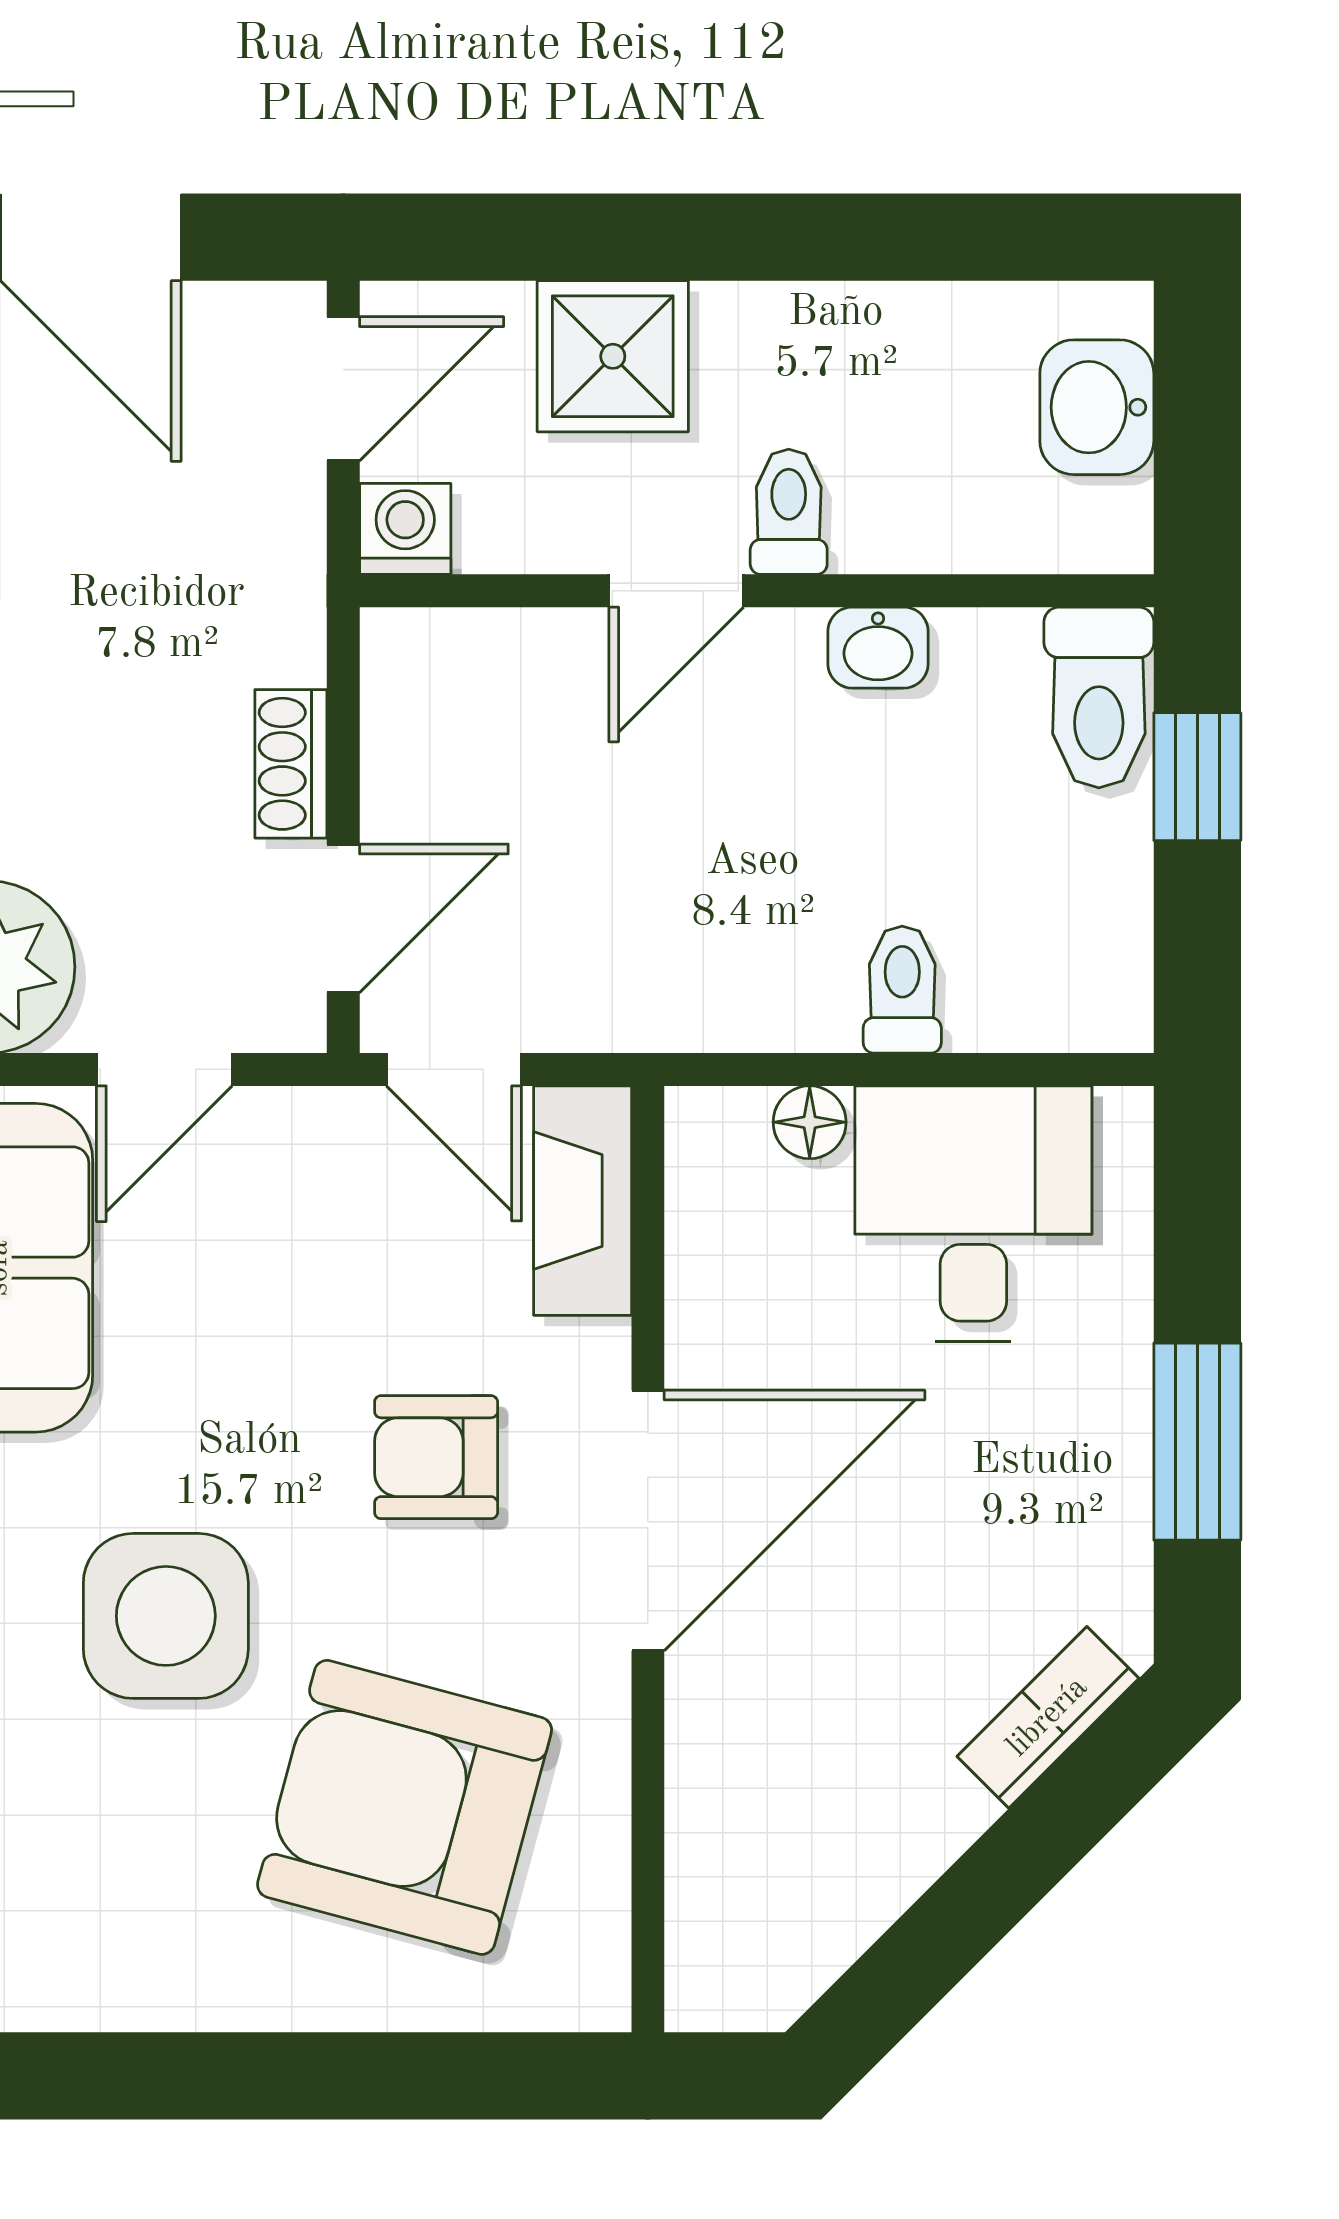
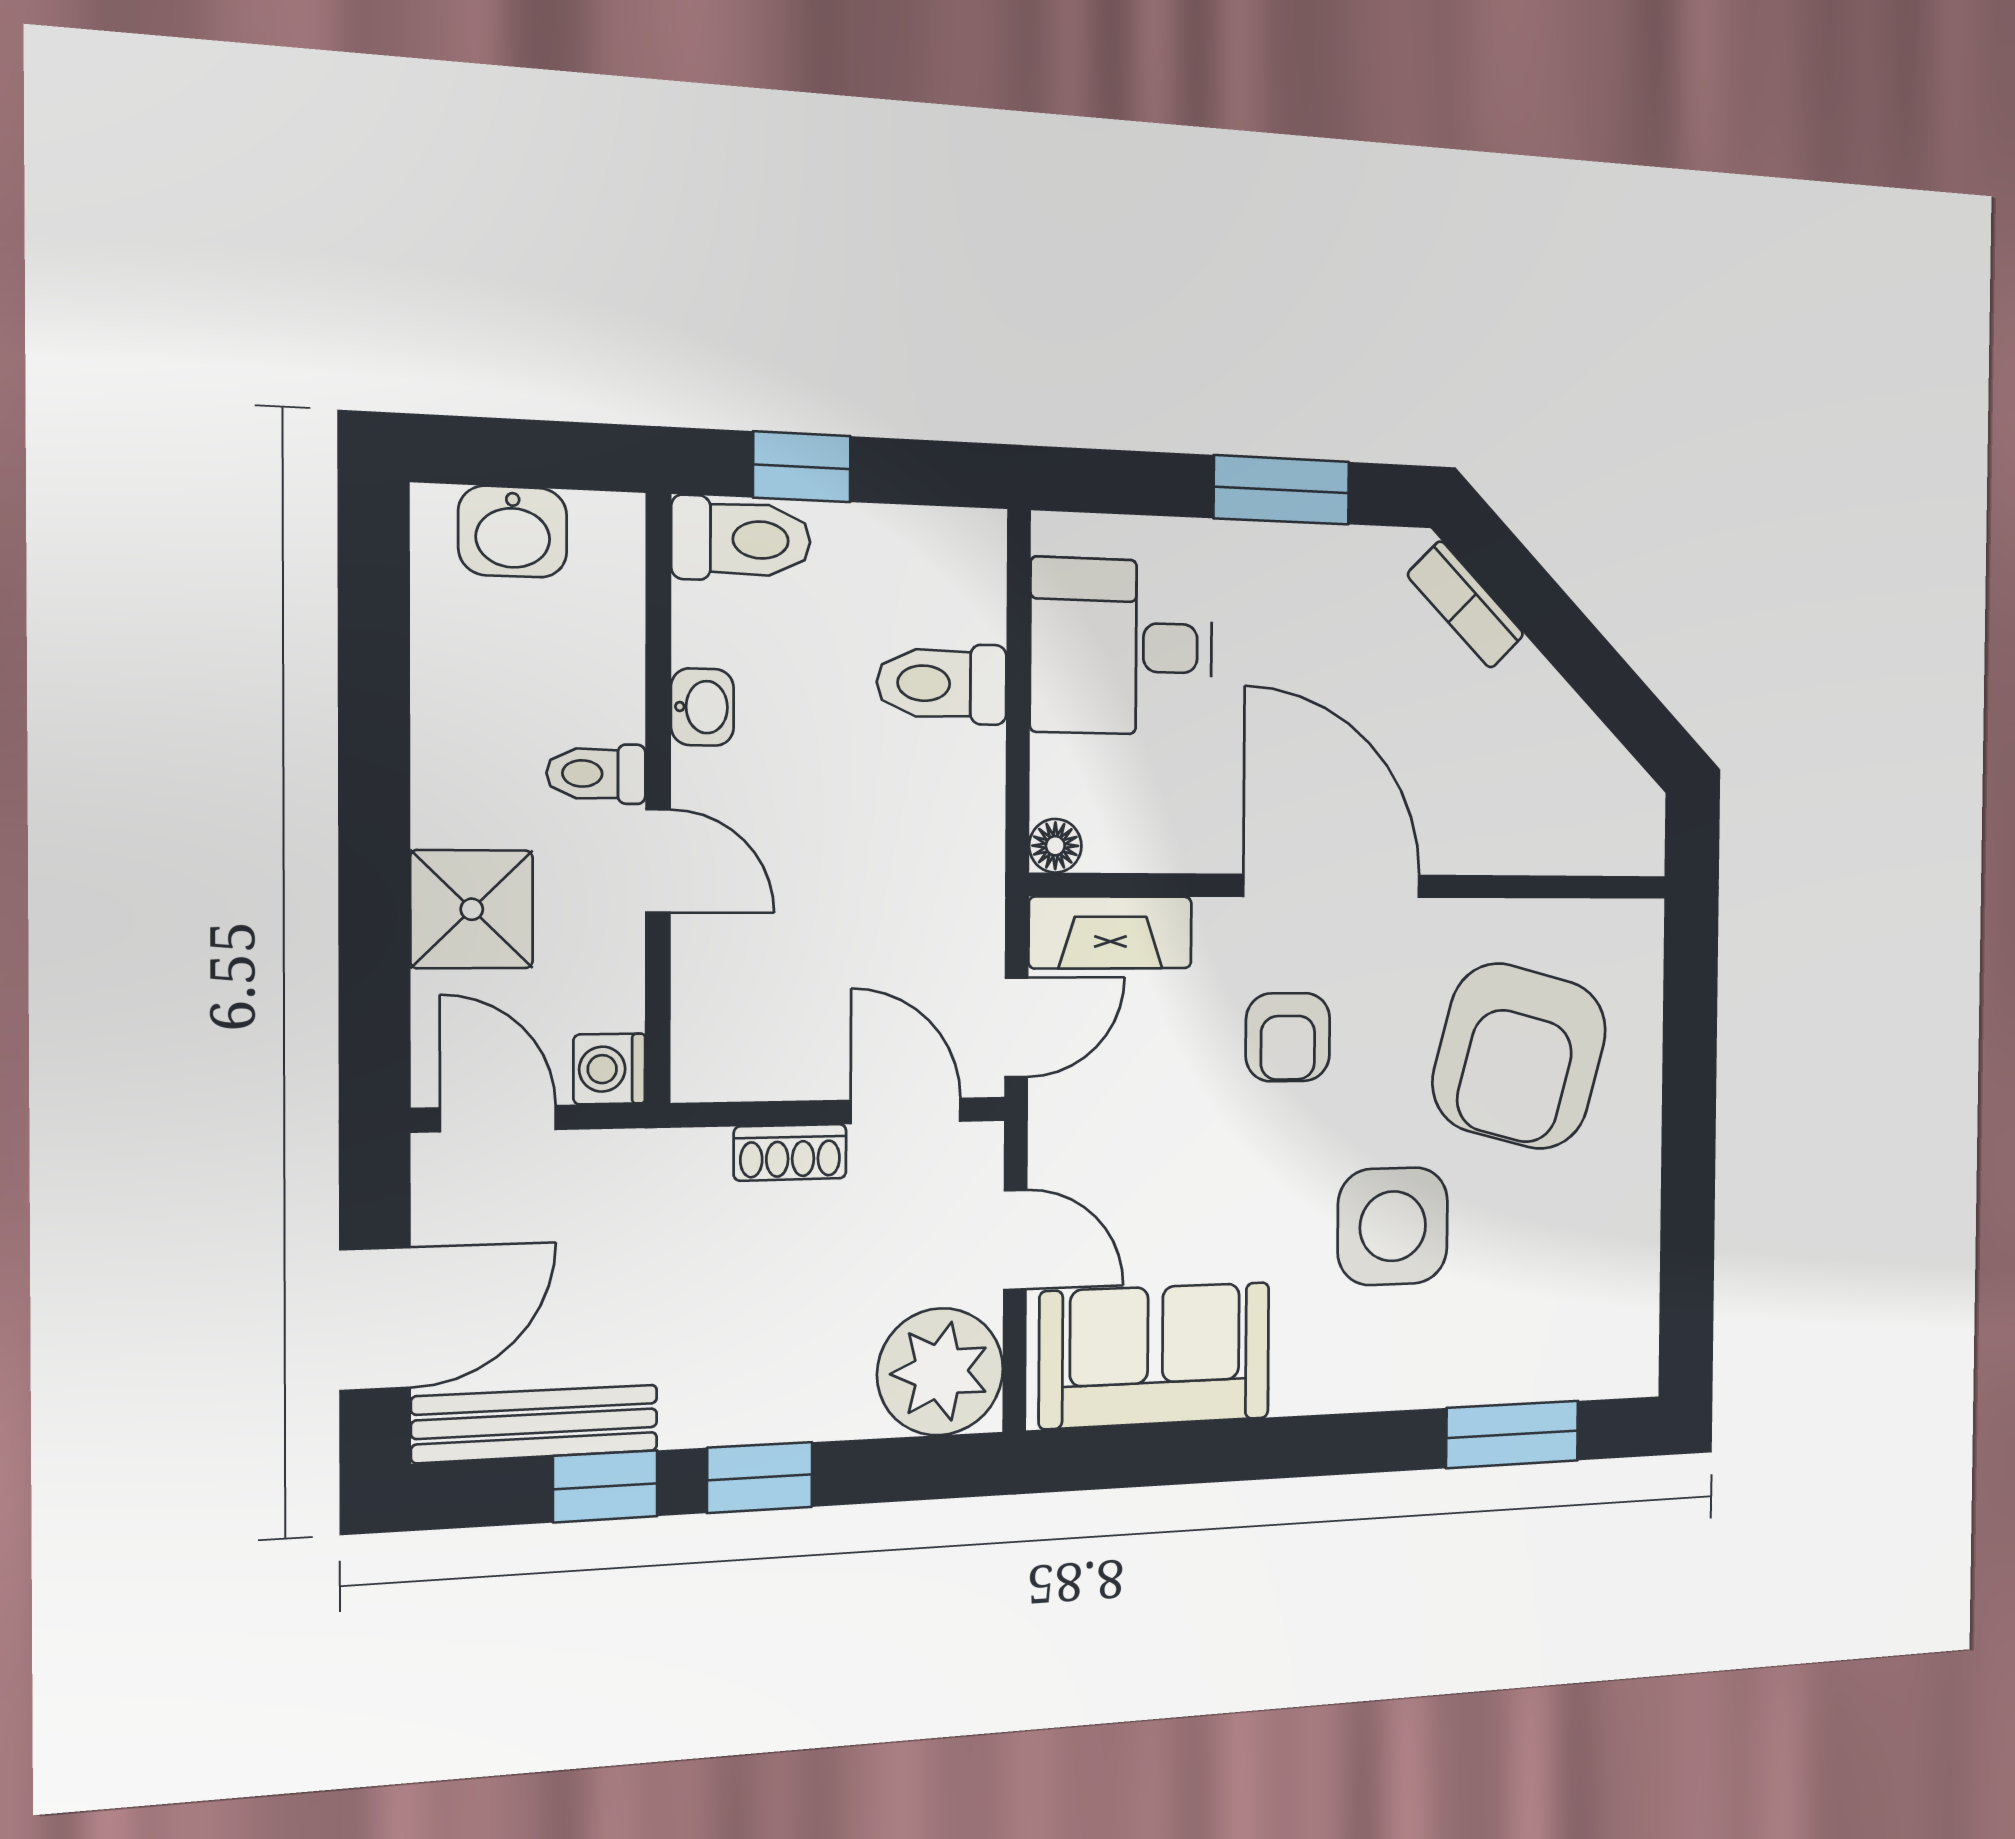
toilet: (902, 990) -> (942, 684), width x1.37, depth x1.39
floor lamp: (810, 1122) -> (1055, 846), moved

